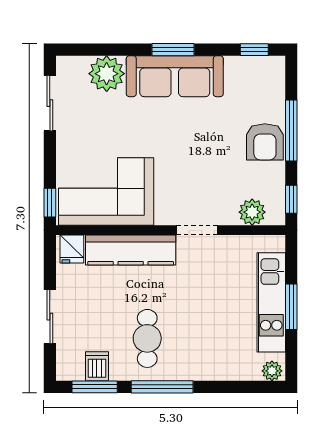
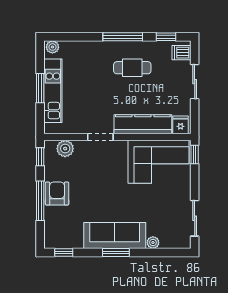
plant: (107, 74) -> (153, 243), width x0.53, depth x0.53
cafe table: (147, 338) -> (132, 68), turned 90
dishwasher: (97, 366) -> (181, 53), moved, turned 90
window: (95, 387) -> (166, 37), width x0.67

